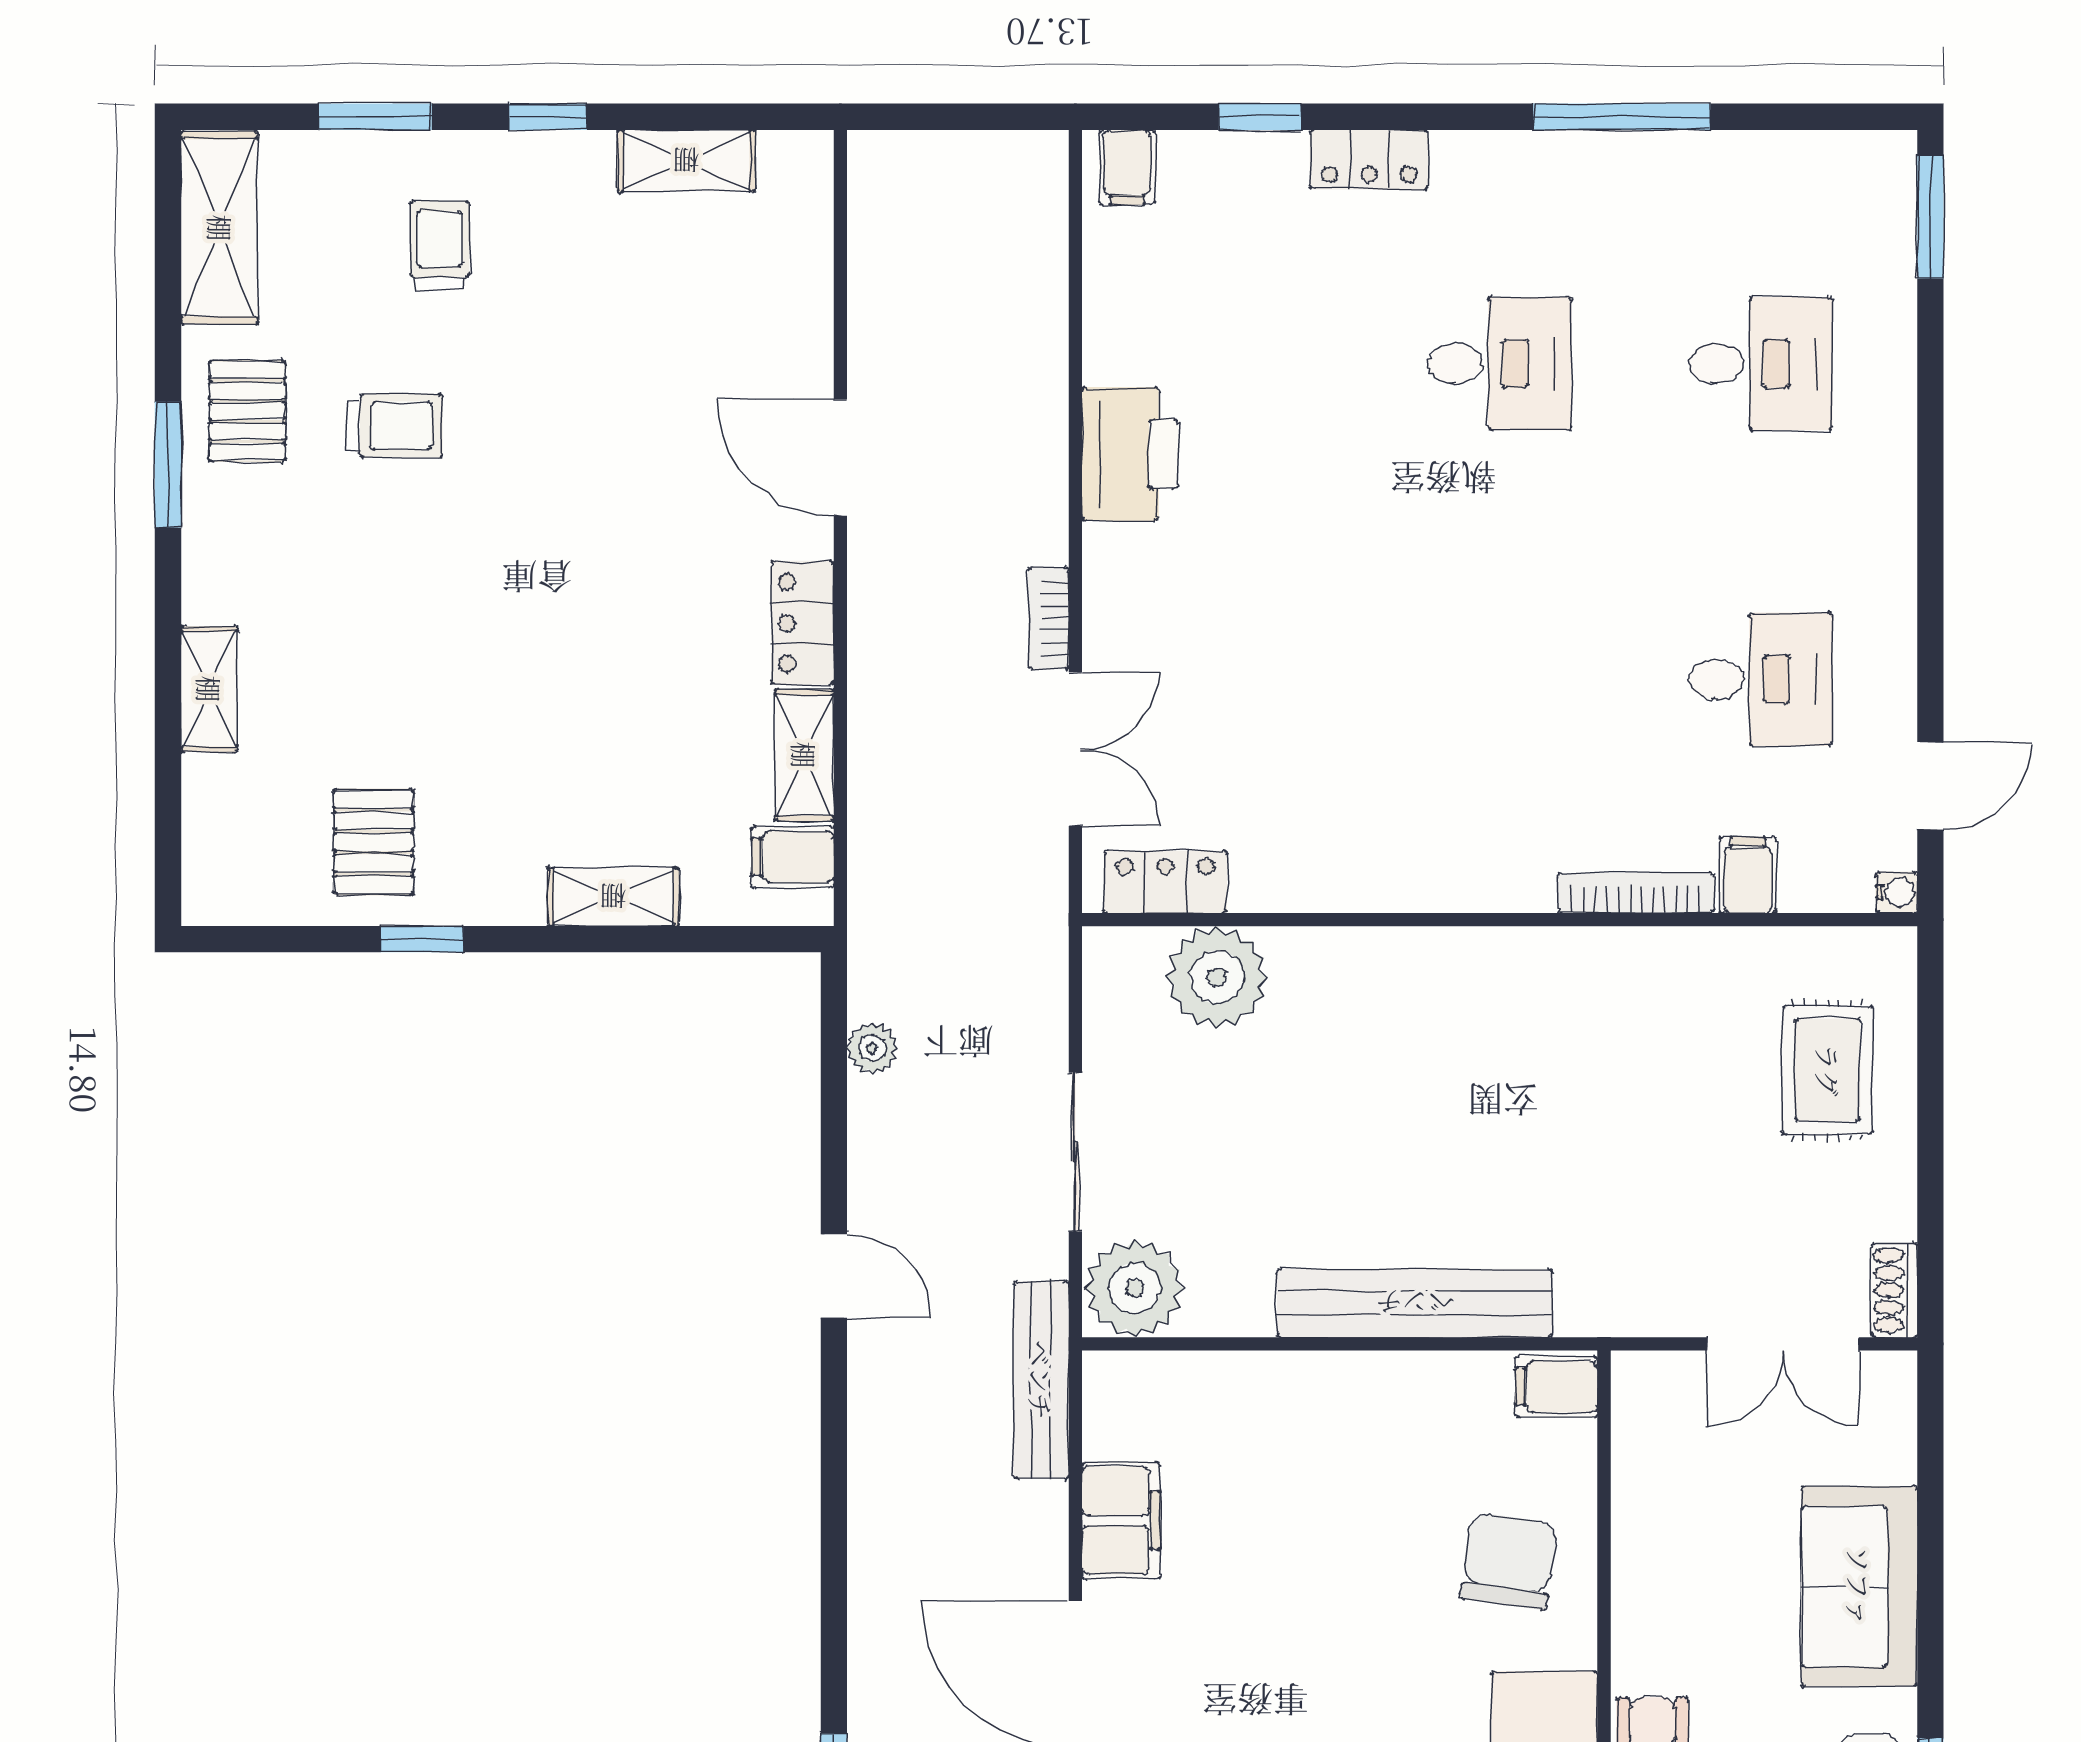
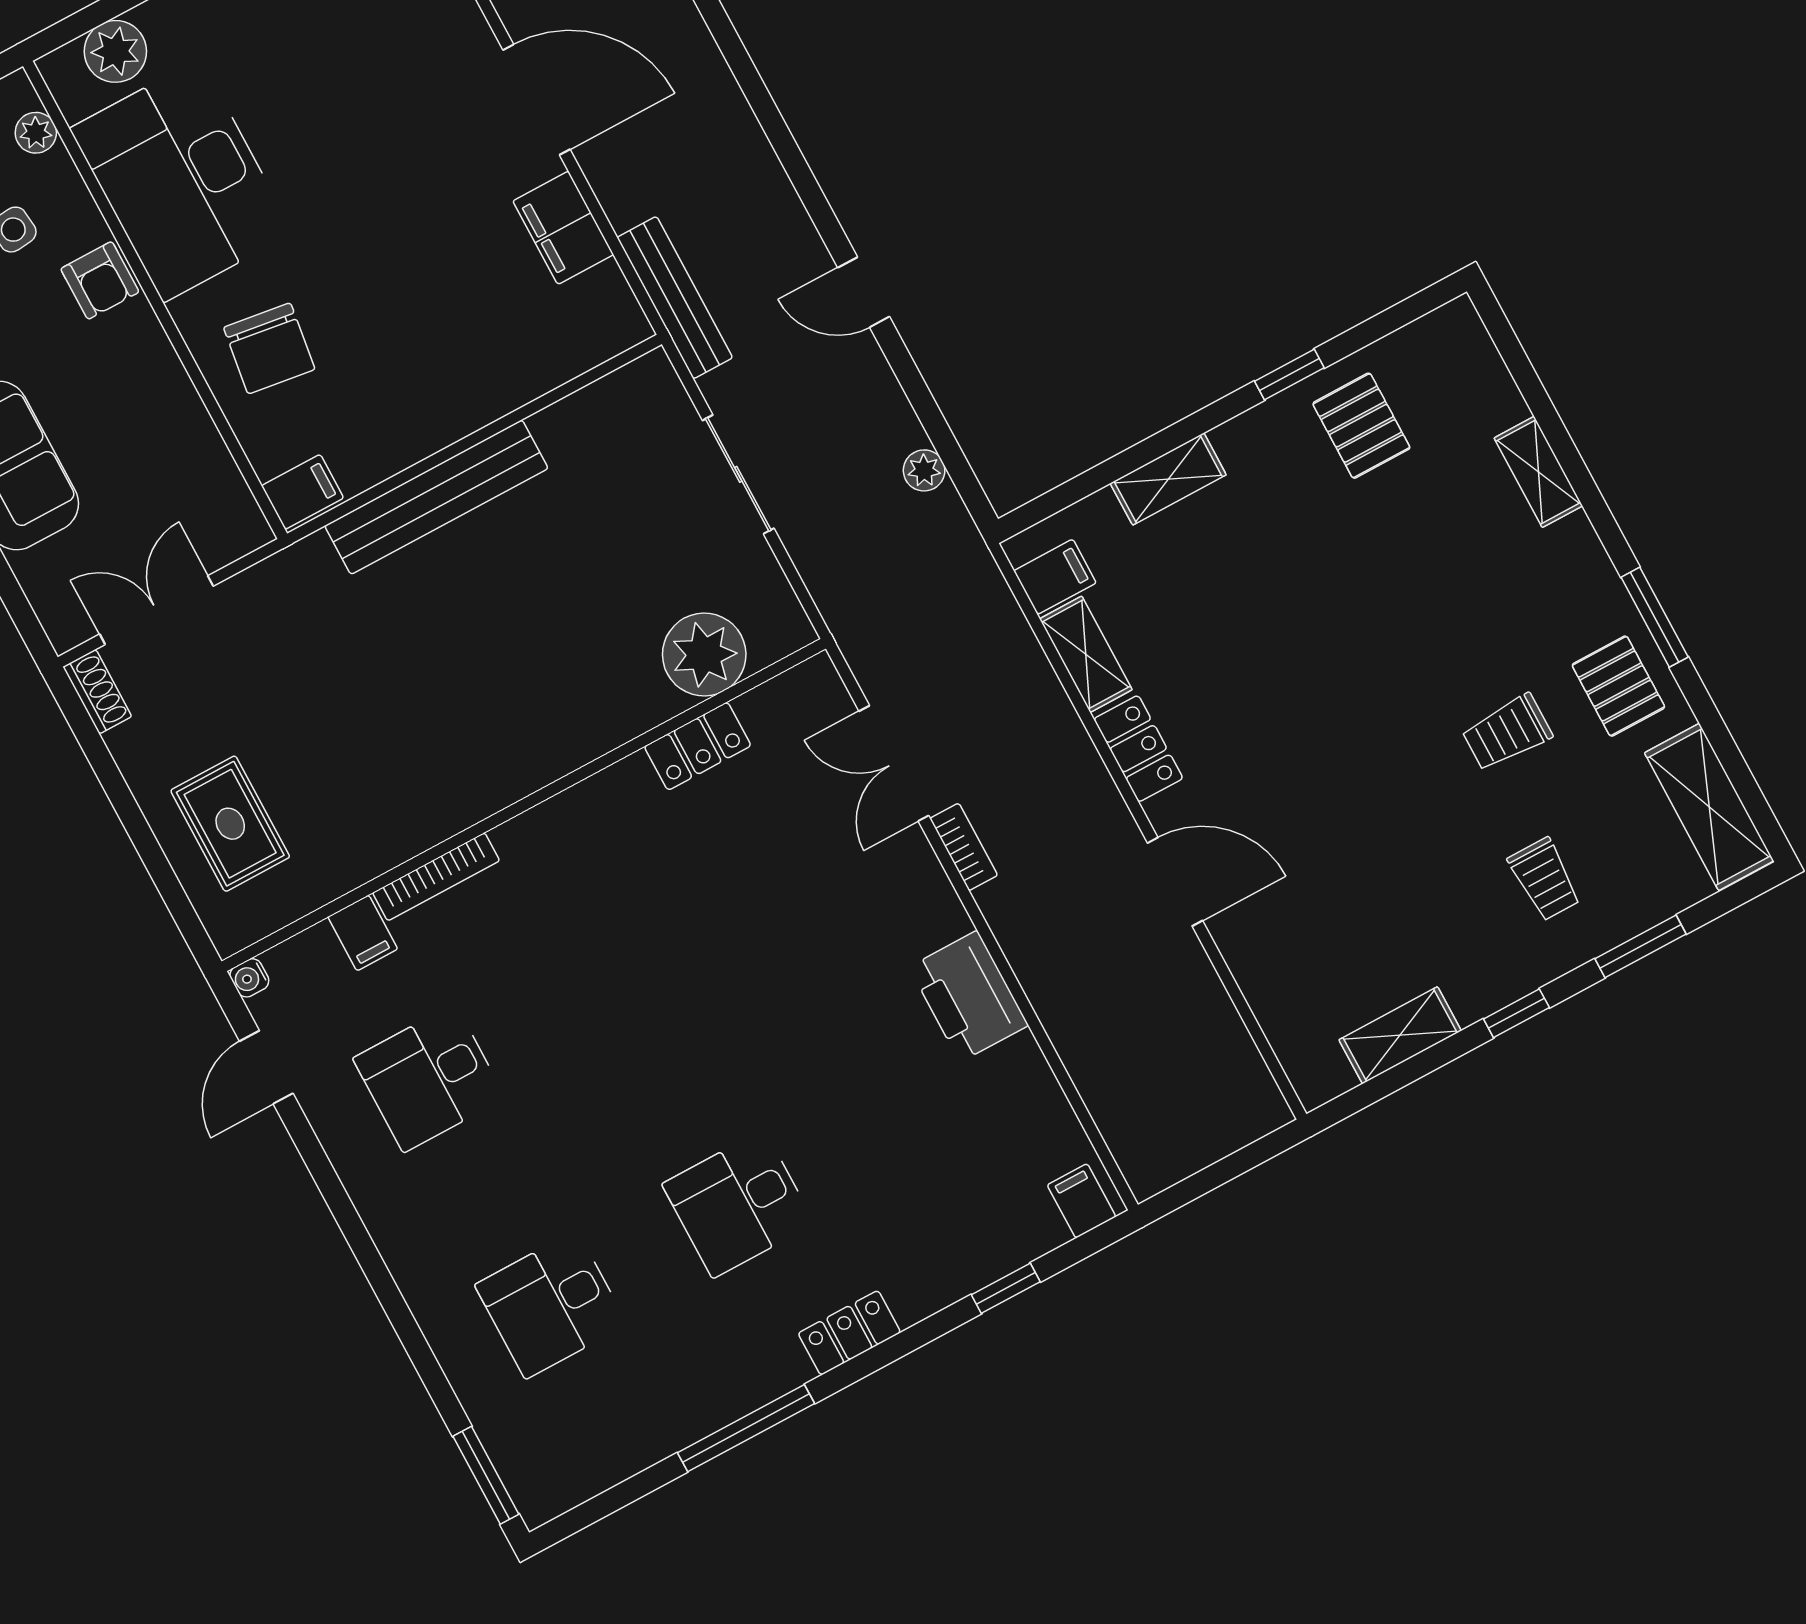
locker: (1369, 160) -> (849, 1333), moved
locker: (1165, 882) -> (698, 746), moved
plant: (1134, 1288) -> (643, 399), removed

